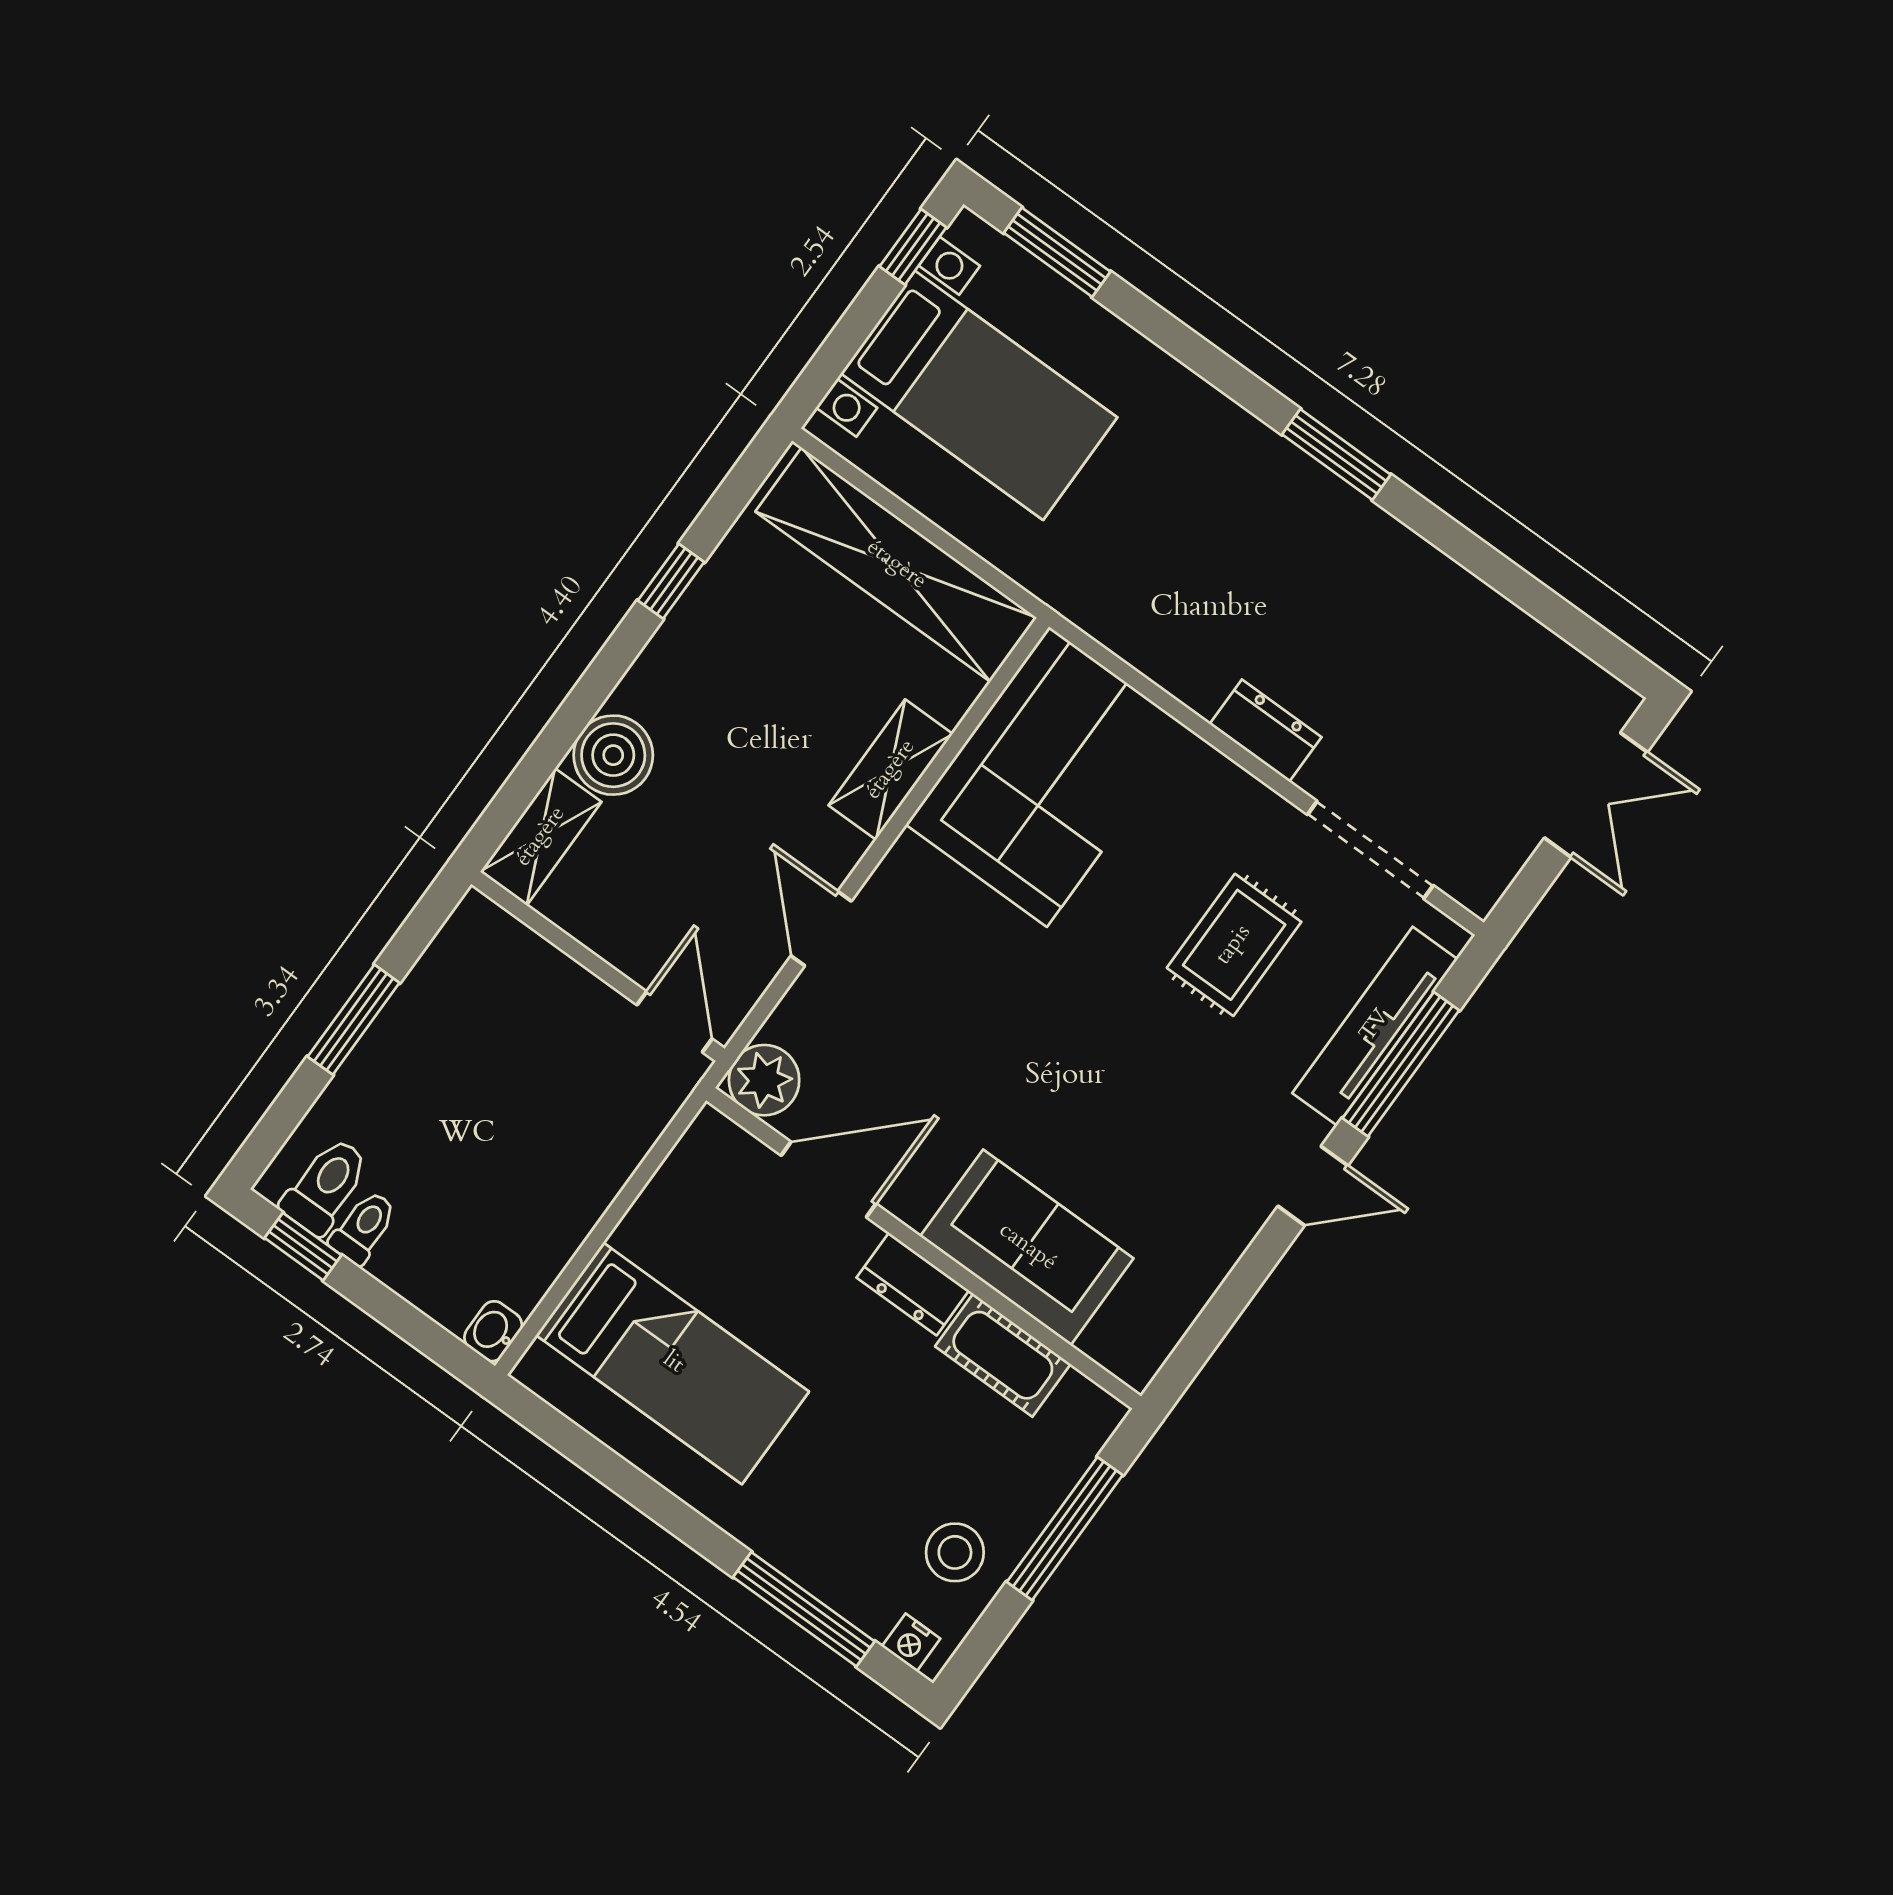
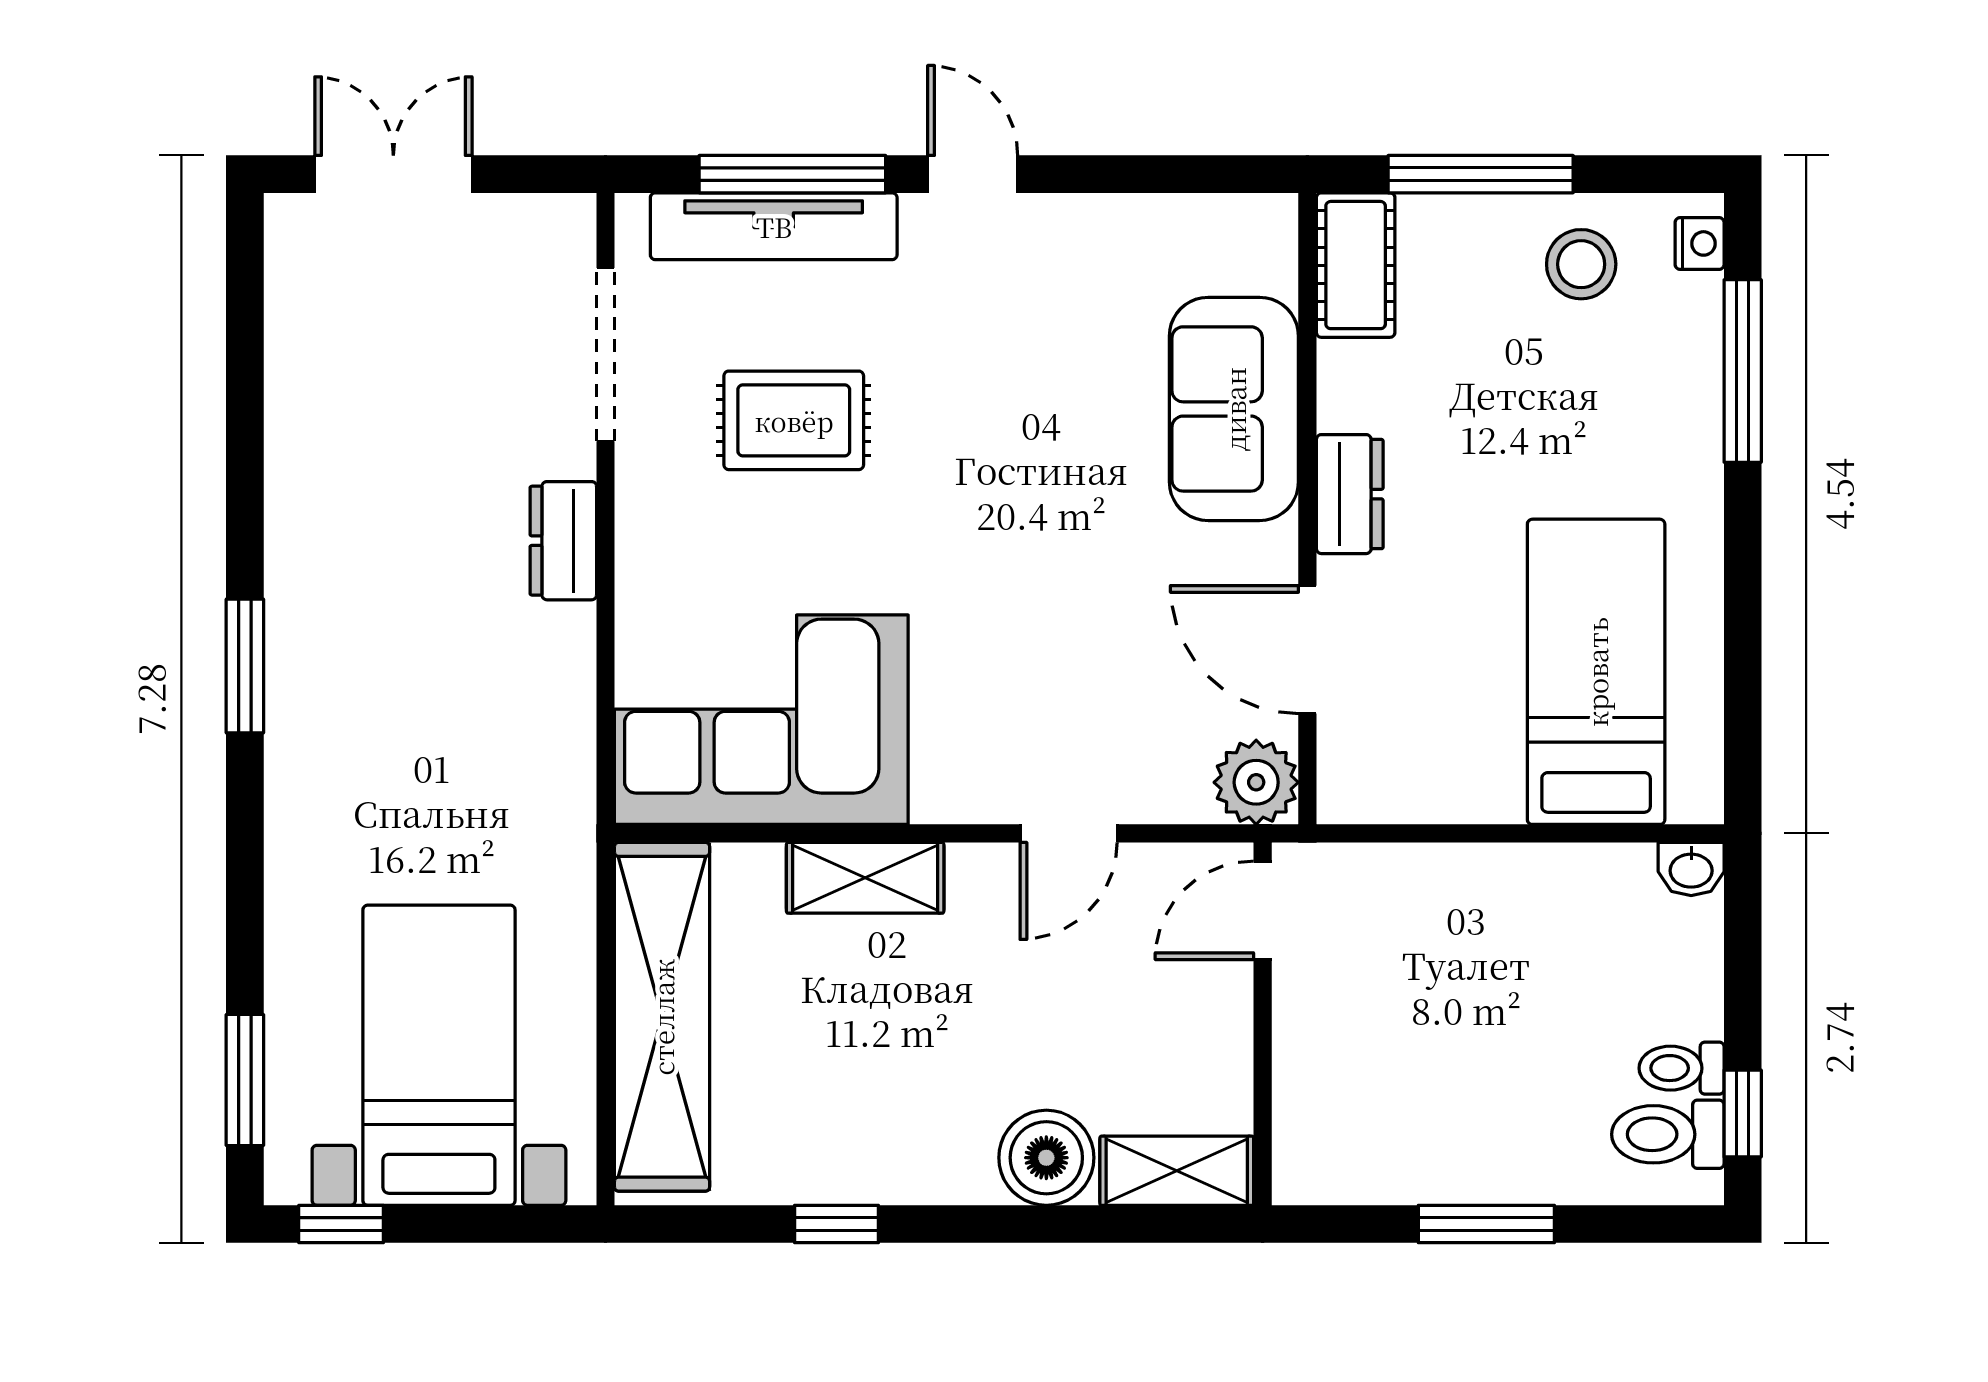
cot: (1003, 1355) -> (1356, 265), moved

